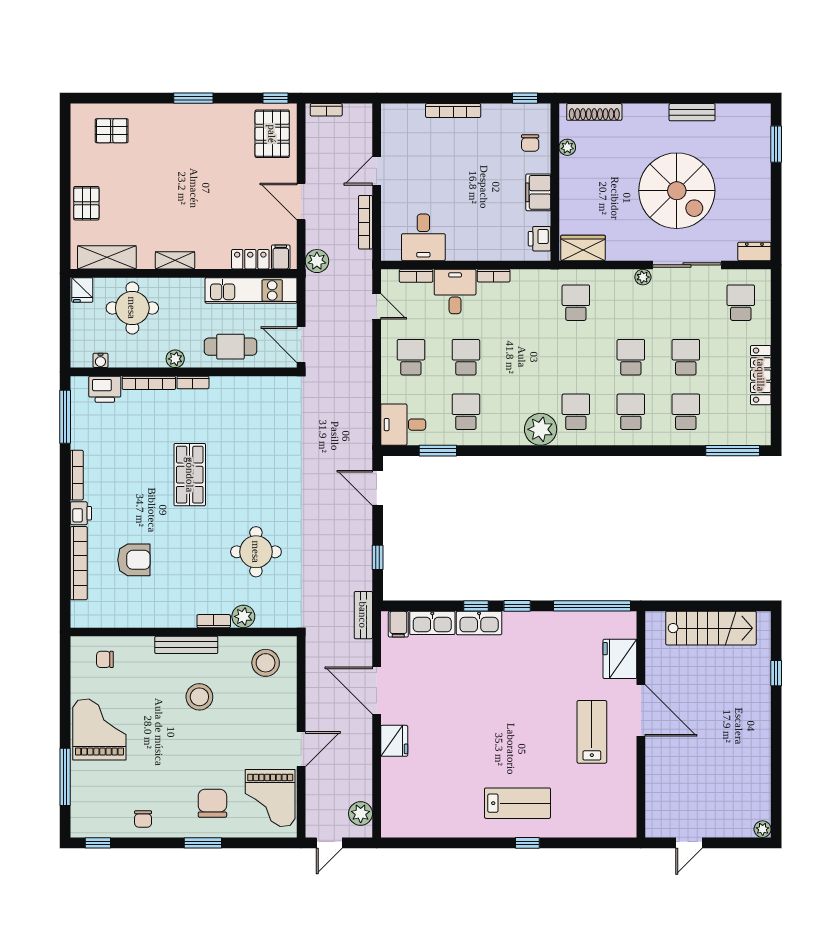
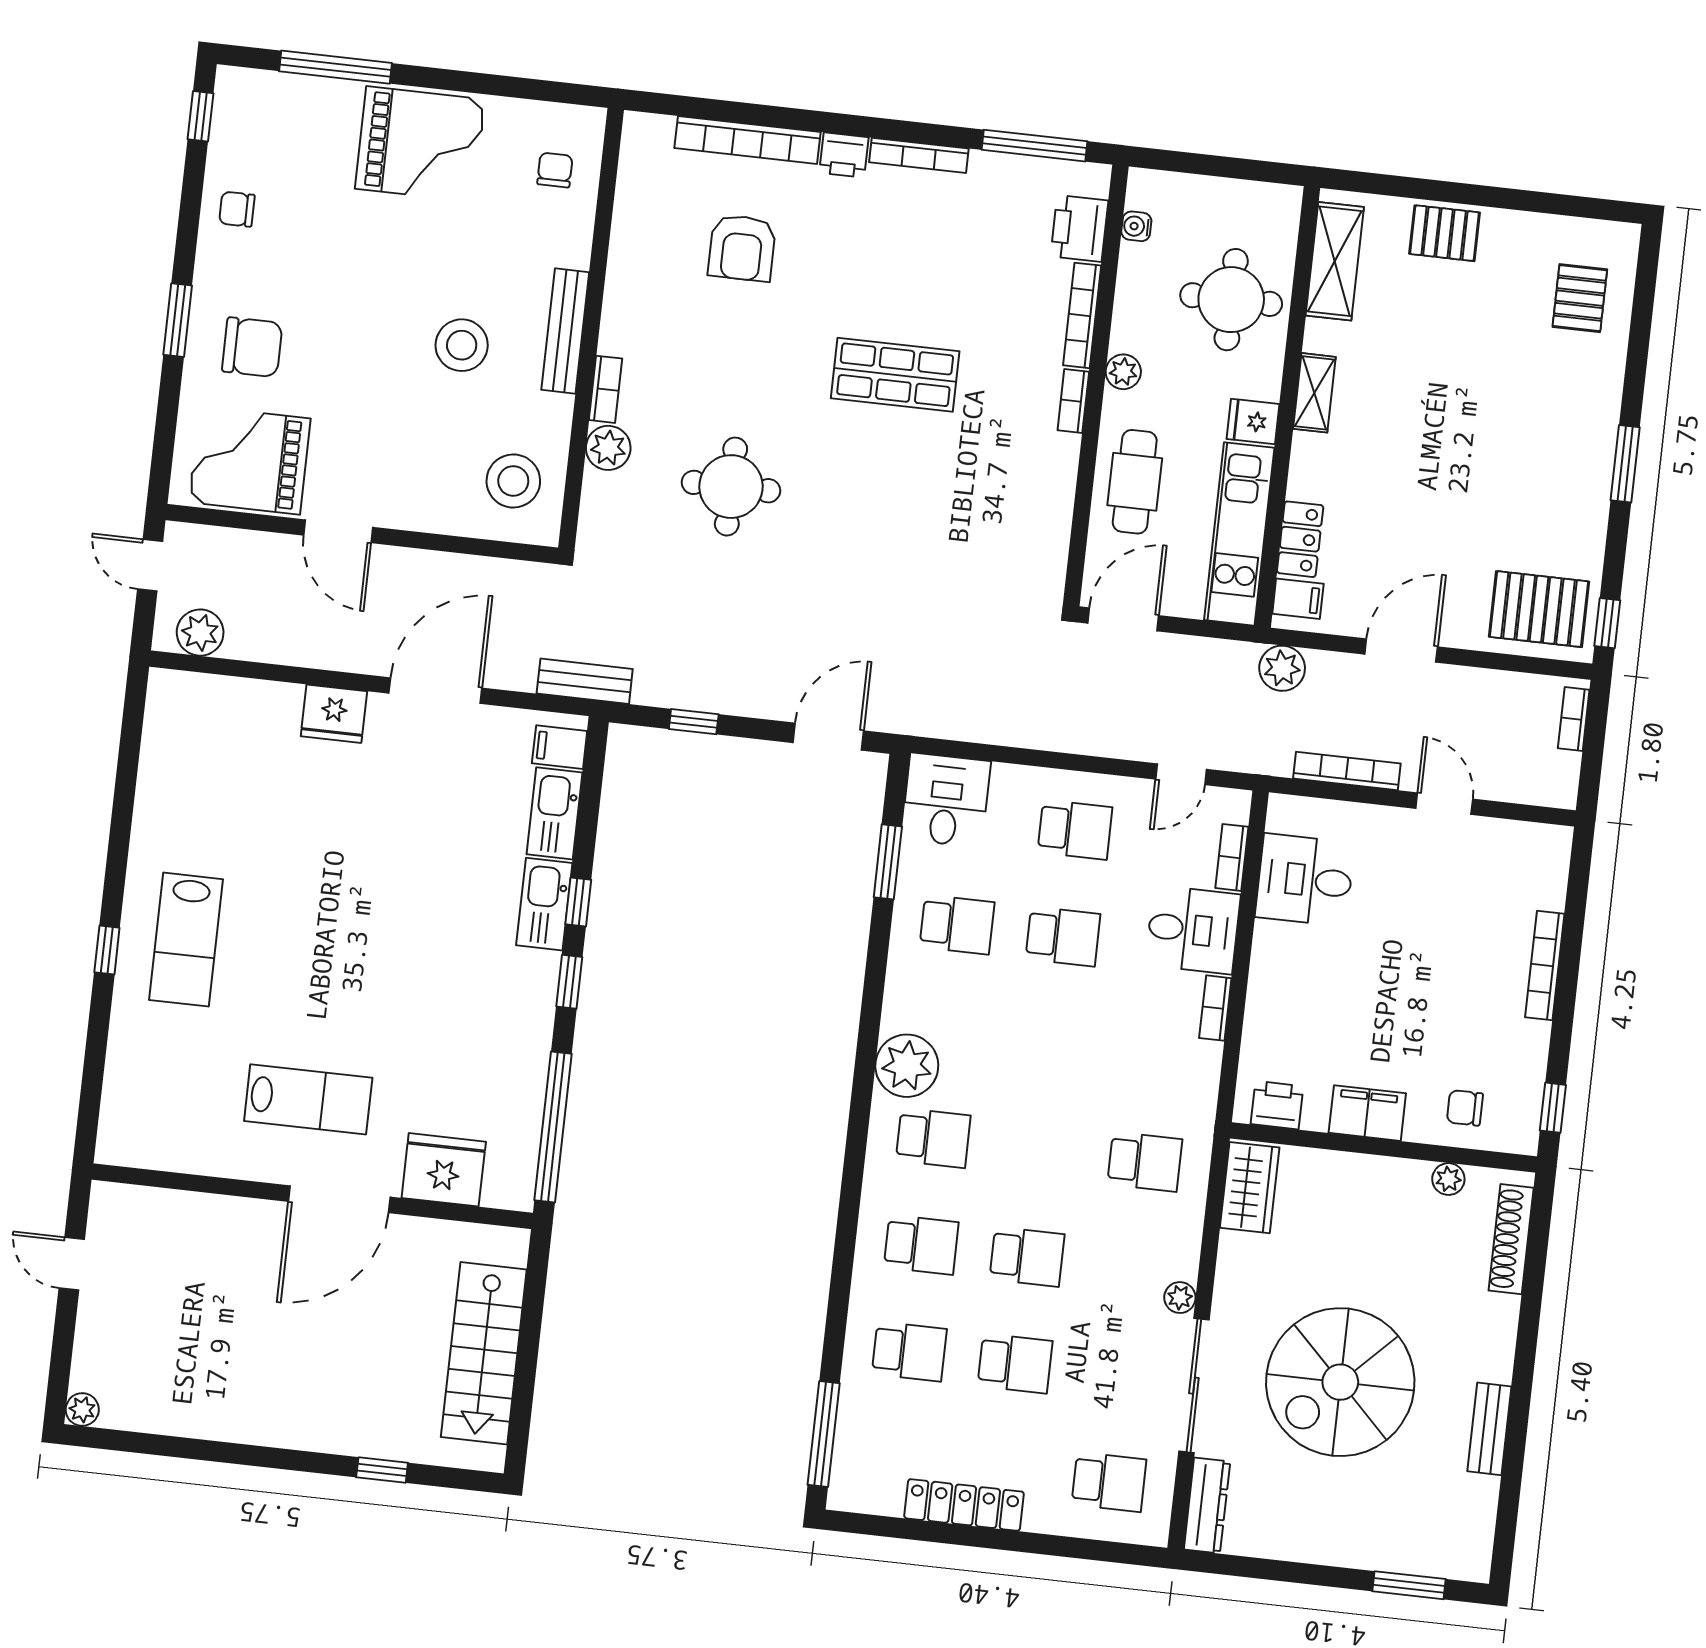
dresser: (754, 251) -> (1207, 1506), width x1.44
fridge: (82, 290) -> (1253, 421), moved

